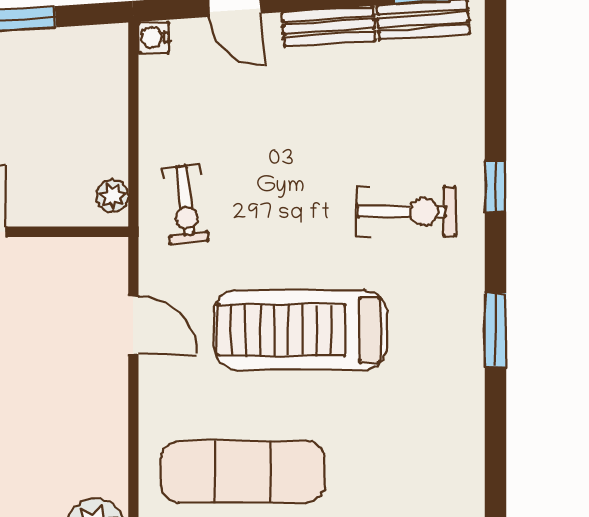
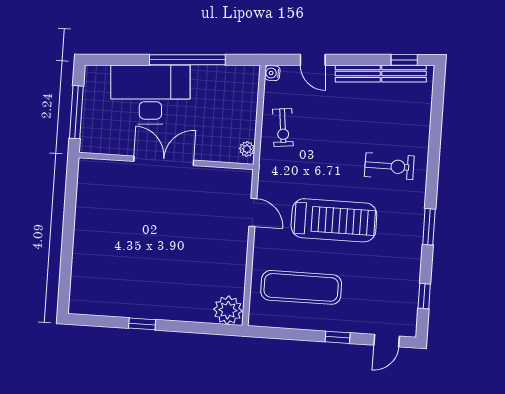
window: (495, 186) -> (424, 296), moved
exercise bike: (186, 204) -> (283, 127), moved
treadmill: (300, 330) -> (334, 220), turned 180

